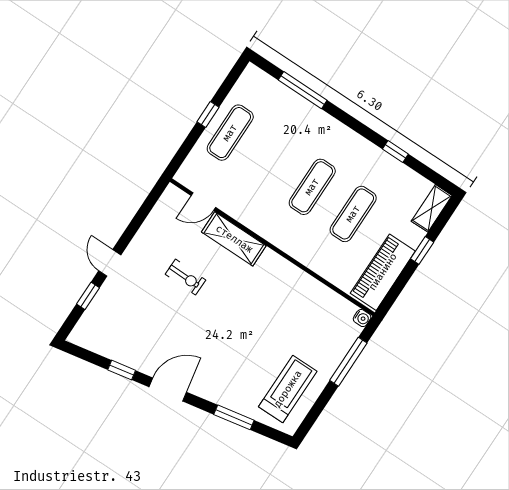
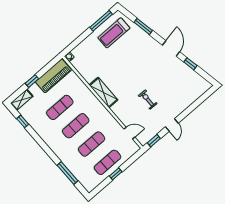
window: (395, 151) -> (23, 121), moved
exercise mat: (271, 160) -> (92, 144), added
shelving: (234, 239) -> (103, 93), moved
door: (110, 263) -> (172, 125), moved
window: (88, 296) -> (154, 141), moved
window: (348, 362) -> (101, 21), moved
door: (168, 389) -> (171, 48), swing flipped

